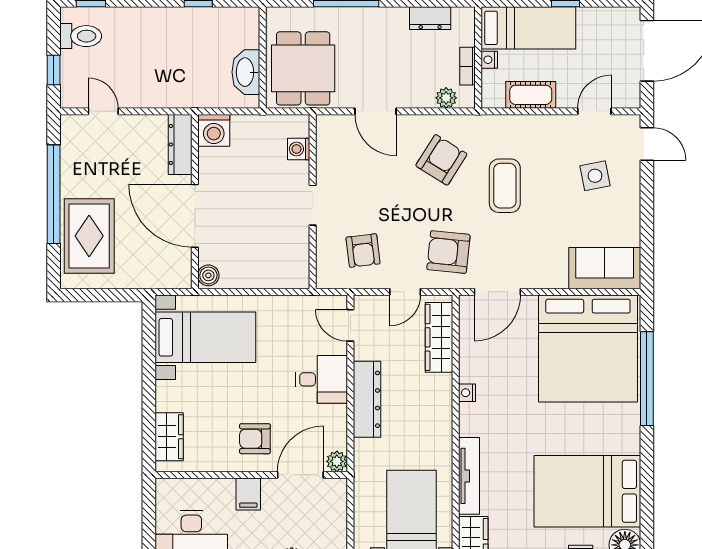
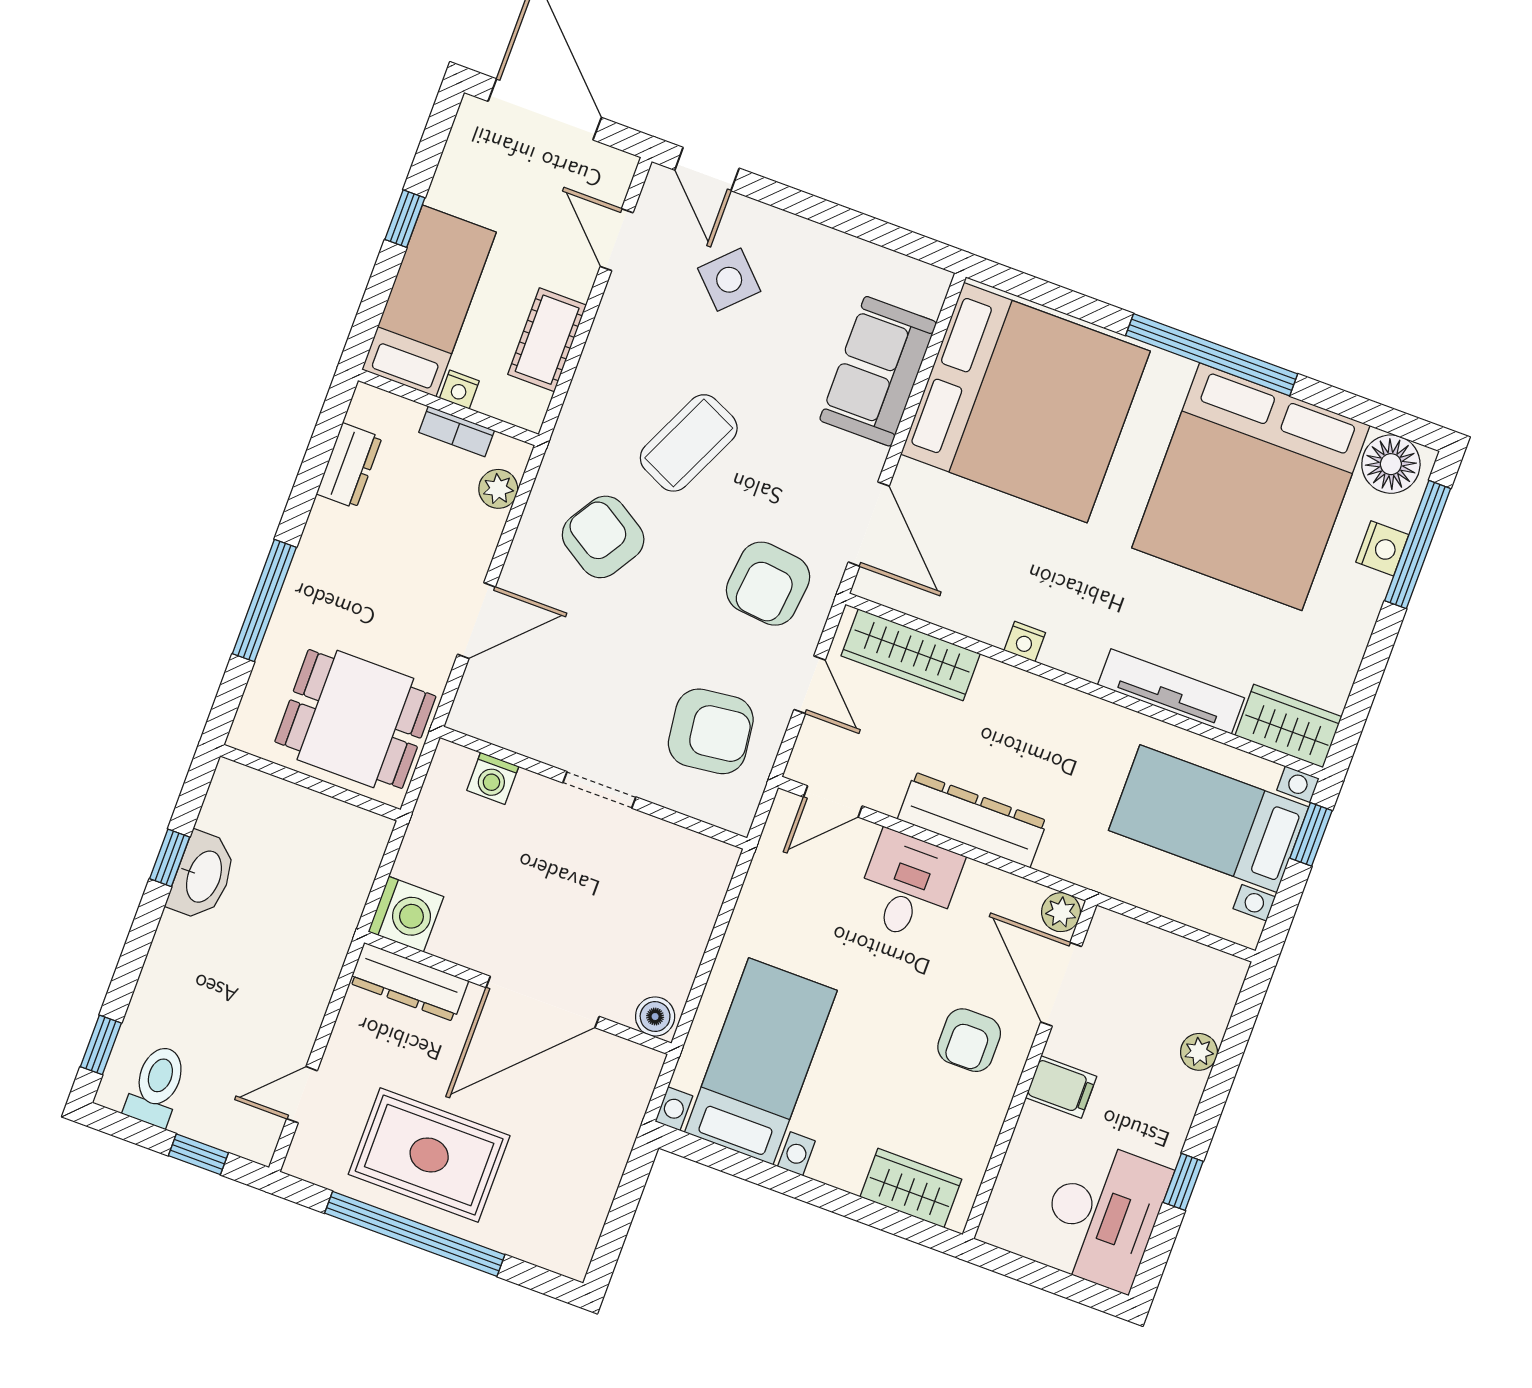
washbasin: (246, 72) -> (203, 876), moved, turned -90
door: (647, 144) -> (707, 169), swing flipped
side table: (595, 176) -> (729, 280), turned -34
coffee table: (505, 186) -> (689, 443), turned -65
rug: (89, 236) -> (429, 1155), moved
armchair: (363, 251) -> (711, 731), width x1.38, depth x1.38
sofa: (605, 268) -> (878, 371), moved
window: (647, 379) -> (1212, 355), moved
bed: (587, 491) -> (1251, 487), width x1.36

